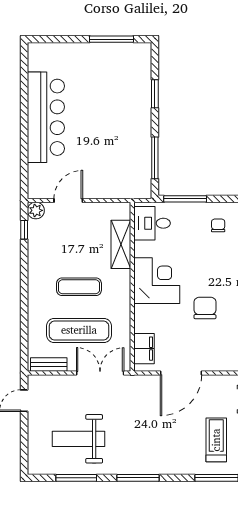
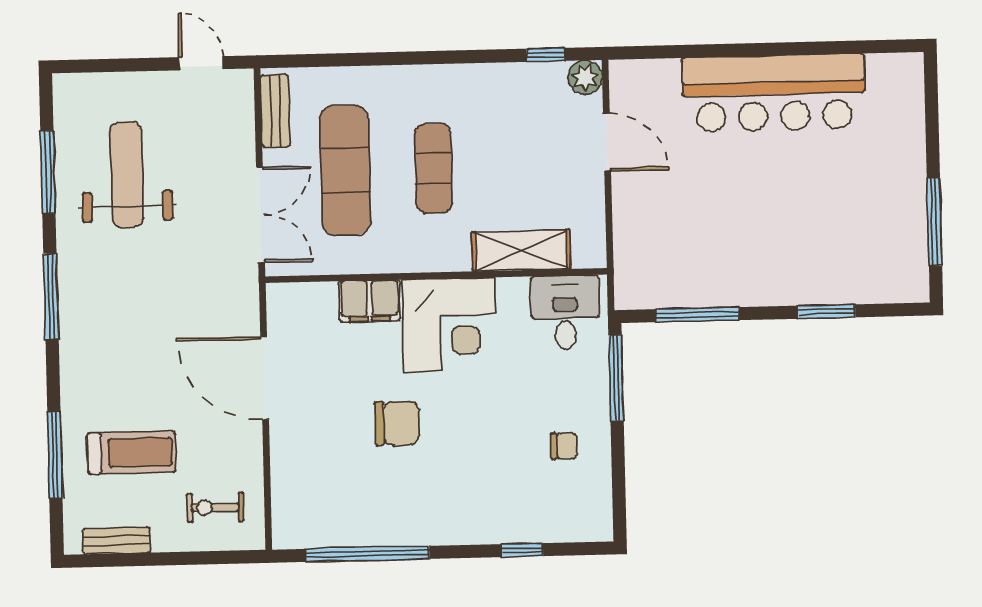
filing cabinet: (144, 349) -> (369, 301), moved

